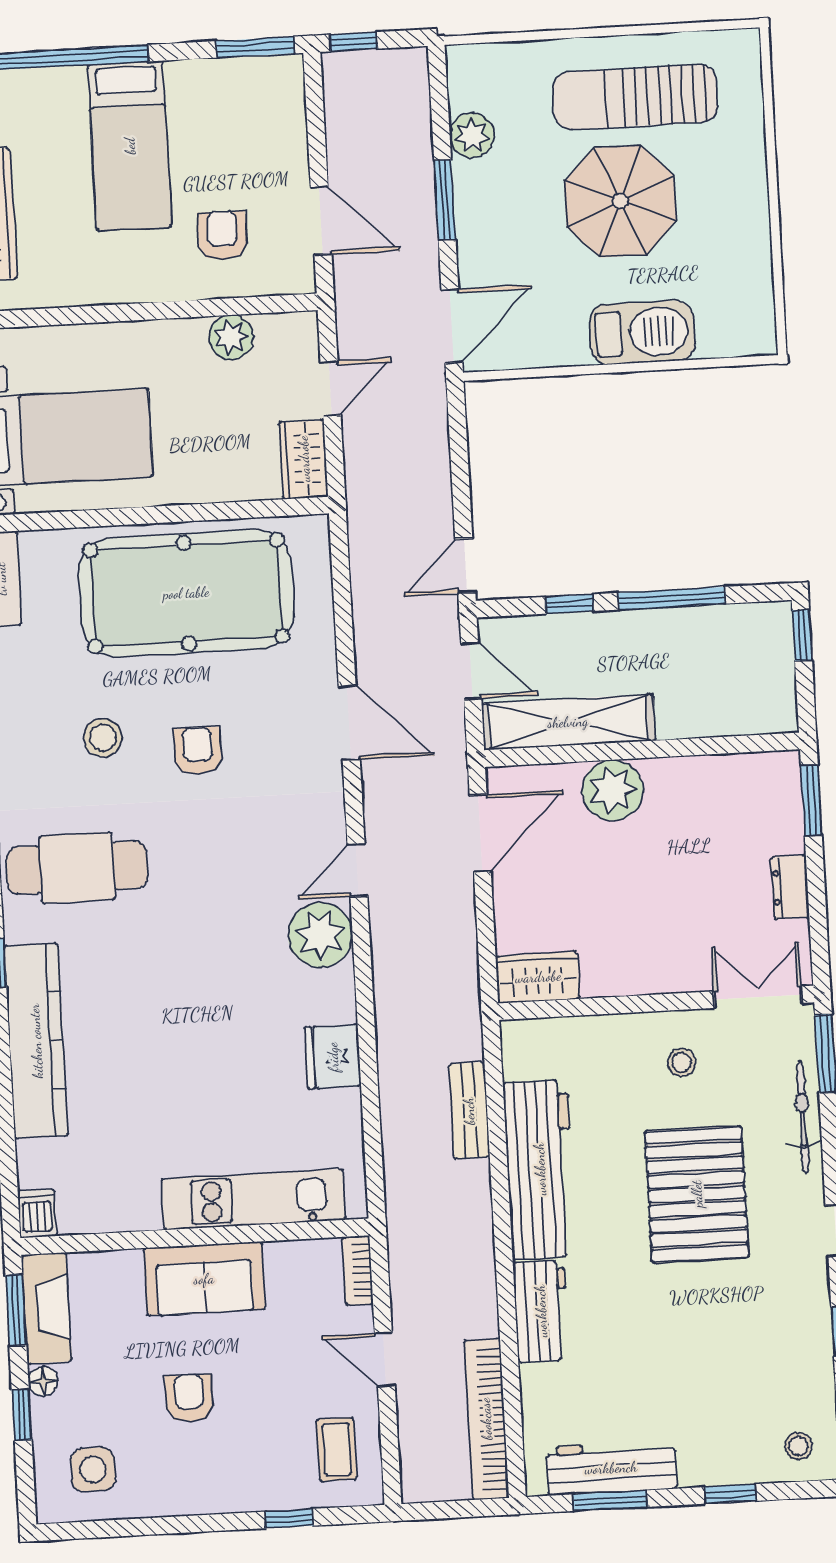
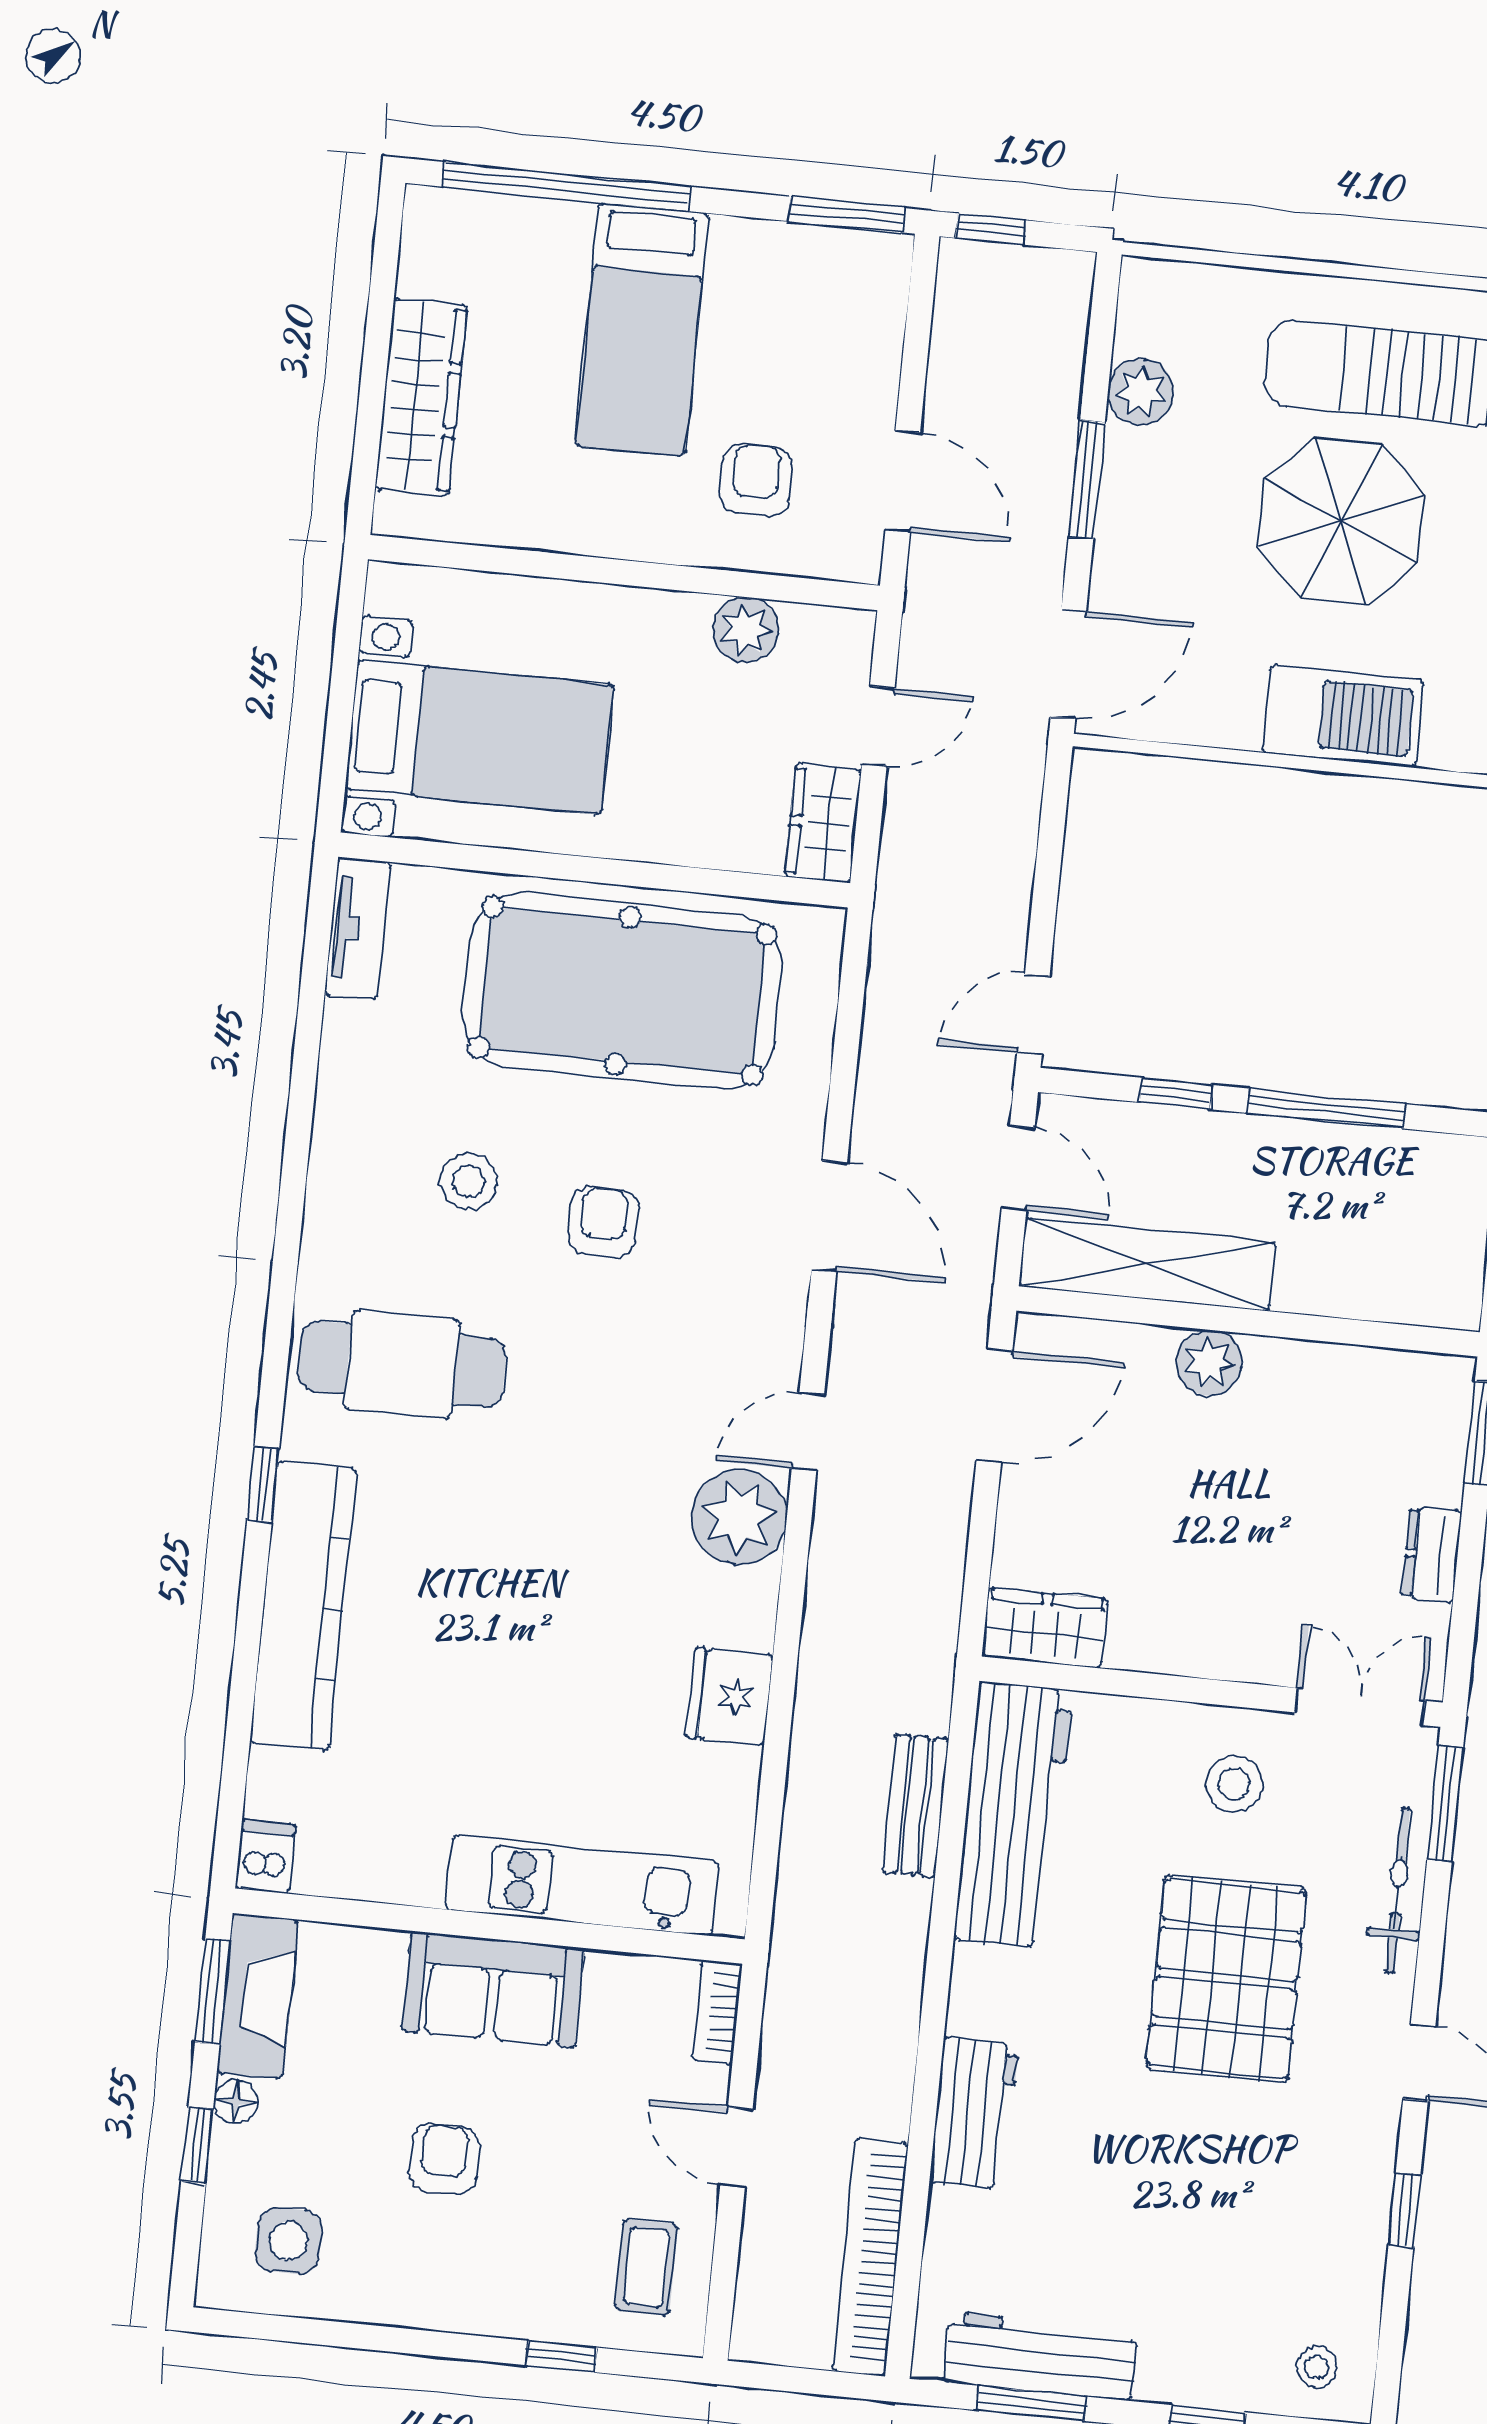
plant: (613, 790) -> (1209, 1363), width x0.73, depth x0.73
stool: (682, 1062) -> (1234, 1784), width x1.37, depth x1.37
workbench: (540, 1169) -> (1013, 1815), moved

